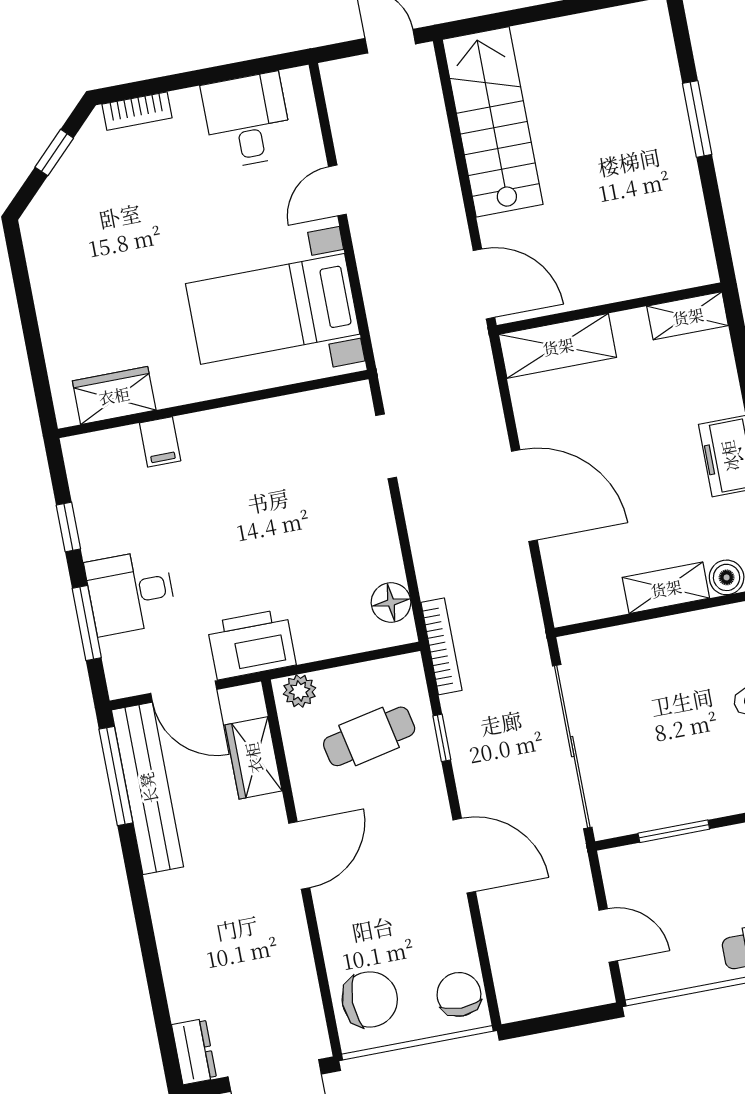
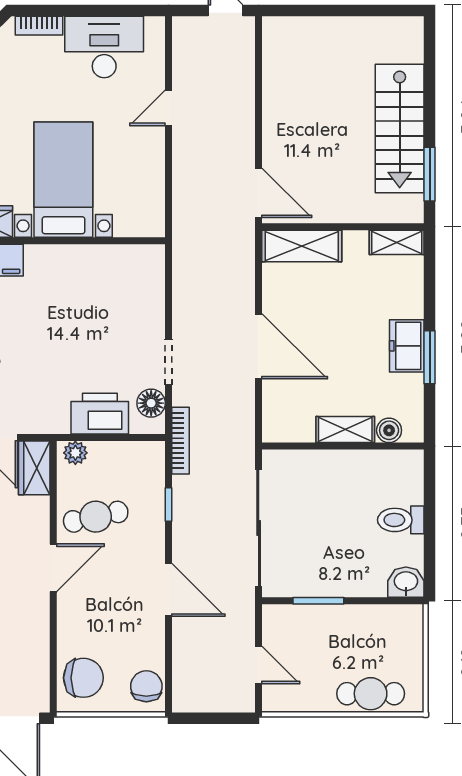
window: (697, 119) -> (430, 174), moved
desk: (247, 121) -> (104, 47), width x1.37
stairs: (493, 122) -> (400, 129), moved, turned 180
bed with nightstands: (273, 309) -> (63, 180), moved, turned 90
doorway: (386, 446) -> (169, 362), moved
printer: (251, 644) -> (100, 414), moved
cafe table: (369, 736) -> (96, 517), moved
wardrobe: (253, 758) -> (34, 468), moved

